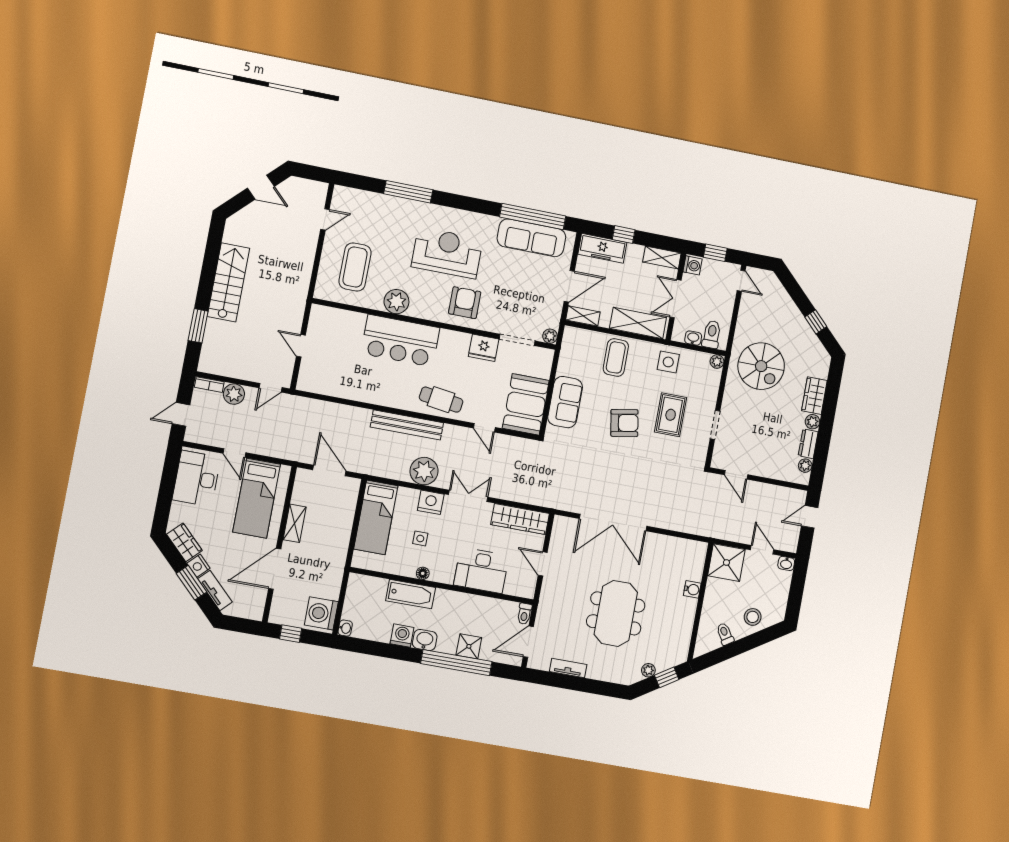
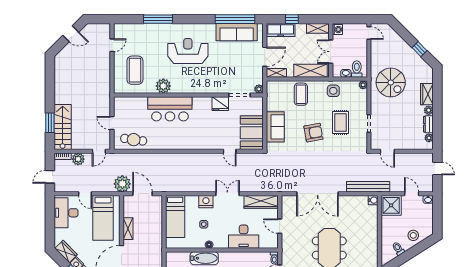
window: (715, 253) -> (350, 19), removed
stairs: (228, 282) -> (63, 127), moved
armchair: (465, 303) -> (204, 79), removed
cafe table: (441, 400) -> (134, 140), moved
bench: (407, 425) -> (368, 187), moved
plant: (424, 471) -> (122, 184), moved
door: (810, 517) -> (437, 168), swing flipped
water cooler: (692, 589) -> (373, 200), moved

